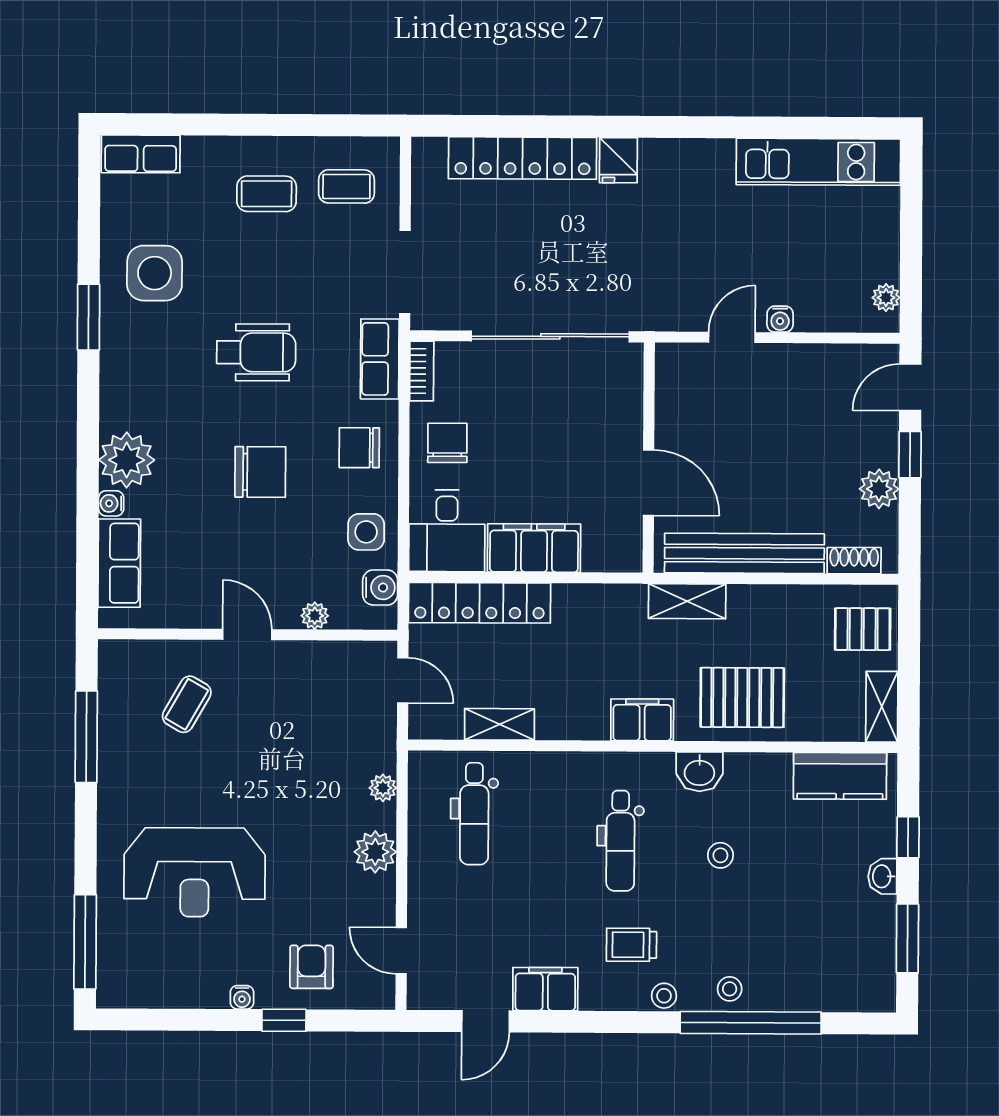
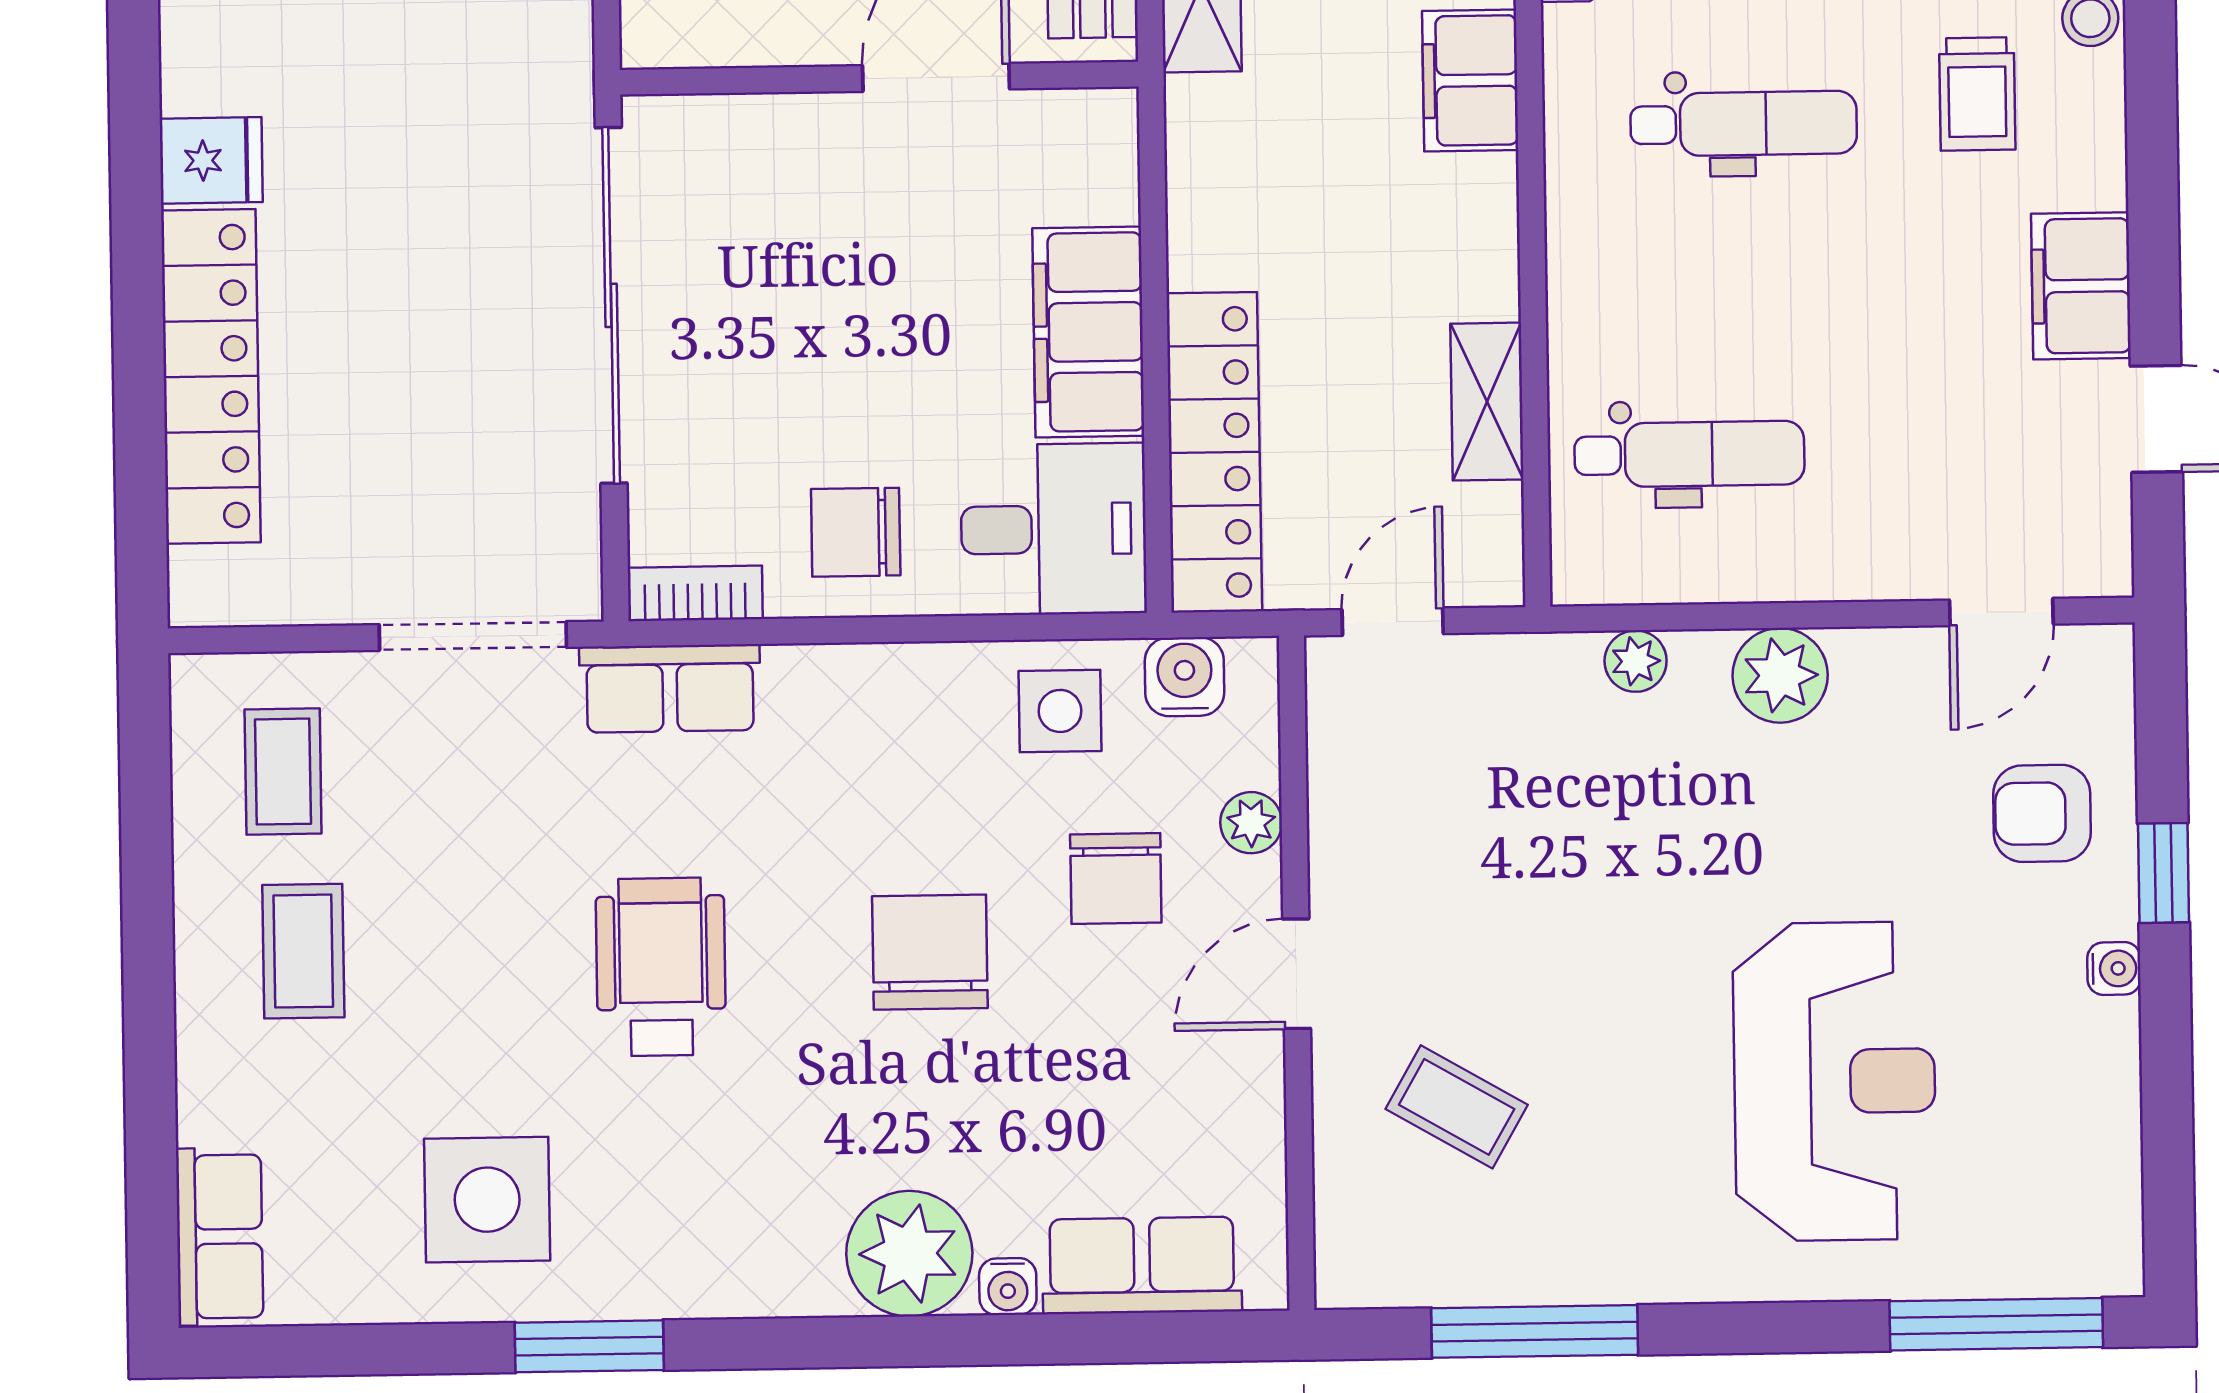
chair: (359, 448) -> (1116, 879), moved

